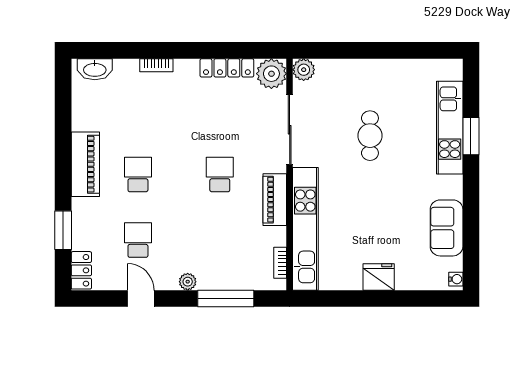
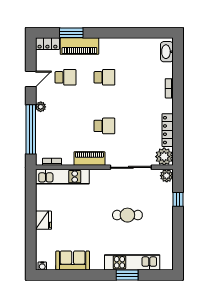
window: (344, 50) -> (178, 199), added
piano: (85, 164) -> (79, 46), moved
kitchen unit: (305, 229) -> (62, 177), width x0.73
window: (226, 298) -> (31, 129), width x1.46

